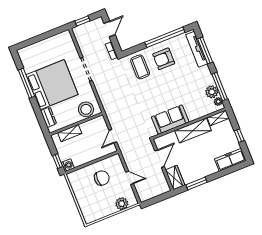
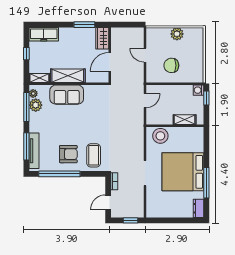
dresser: (49, 117) -> (198, 208), moved
sofa: (170, 120) -> (67, 95), moved
plant: (122, 204) -> (177, 34), moved

